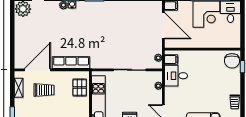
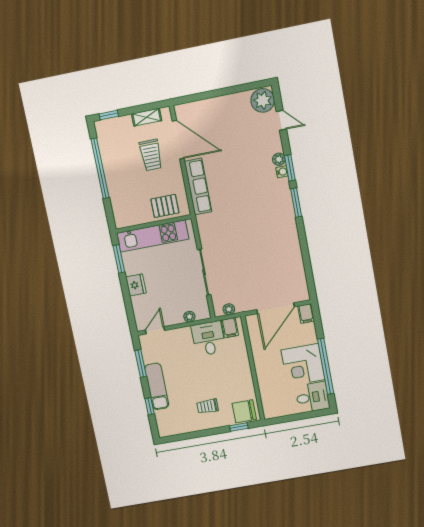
trolley: (235, 102) -> (208, 406), moved

